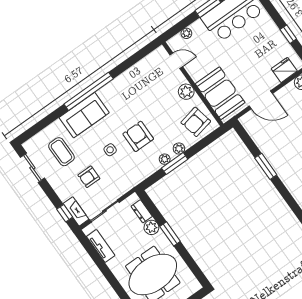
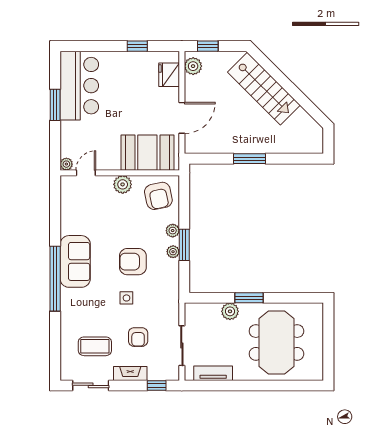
plant: (186, 33) -> (66, 164), moved
sofa: (84, 115) -> (75, 261), moved
fireplace: (76, 211) -> (130, 373), moved
dresser: (142, 211) -> (208, 310), removed

